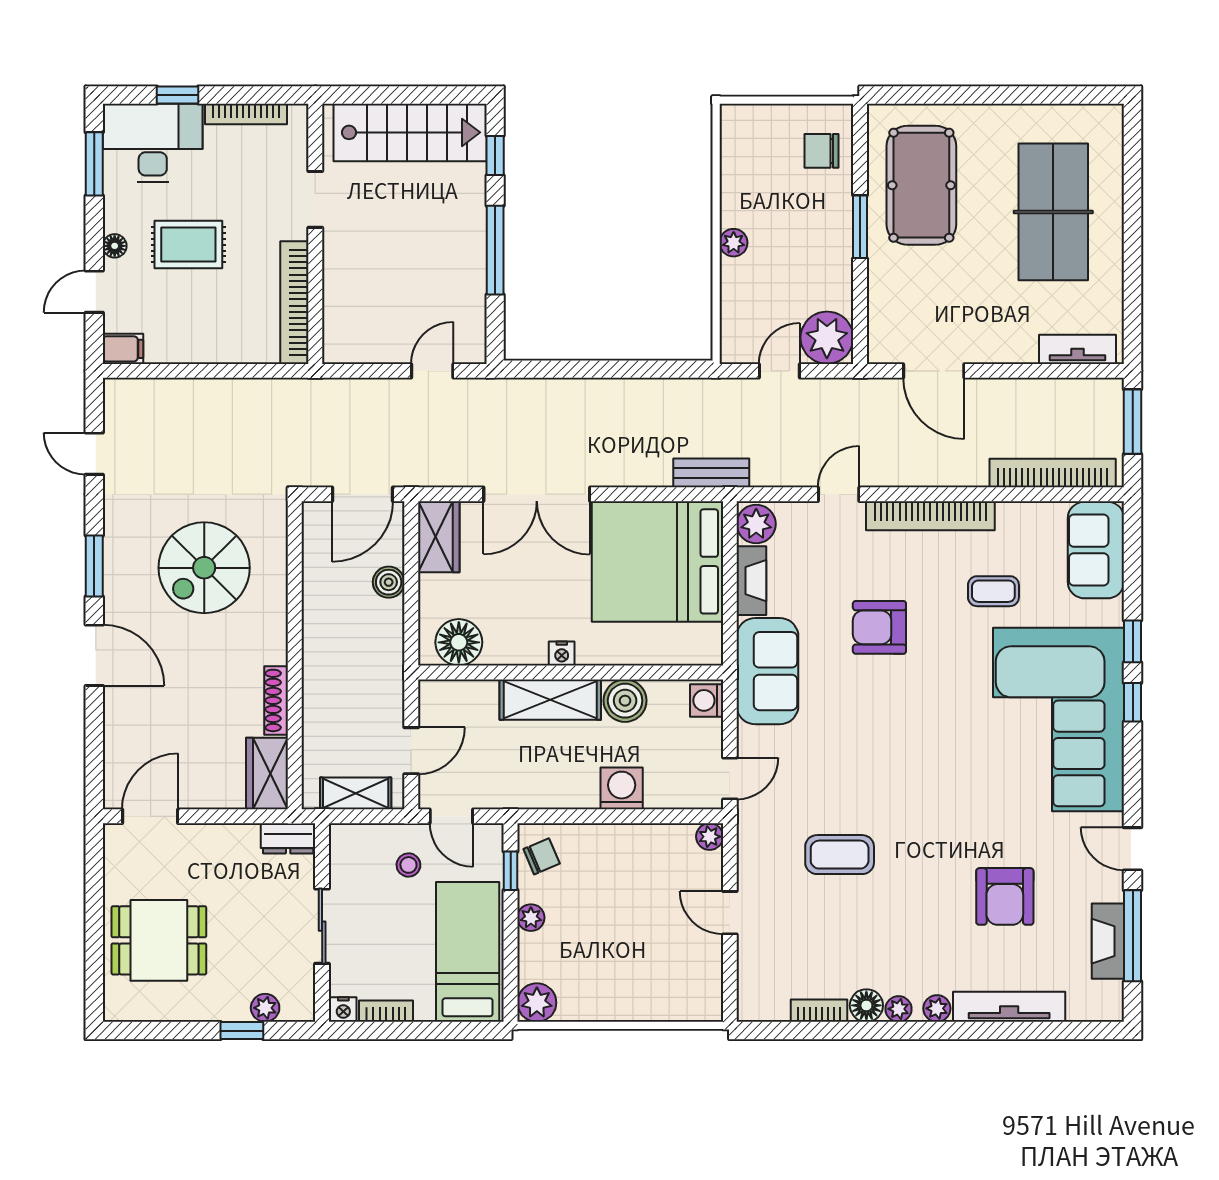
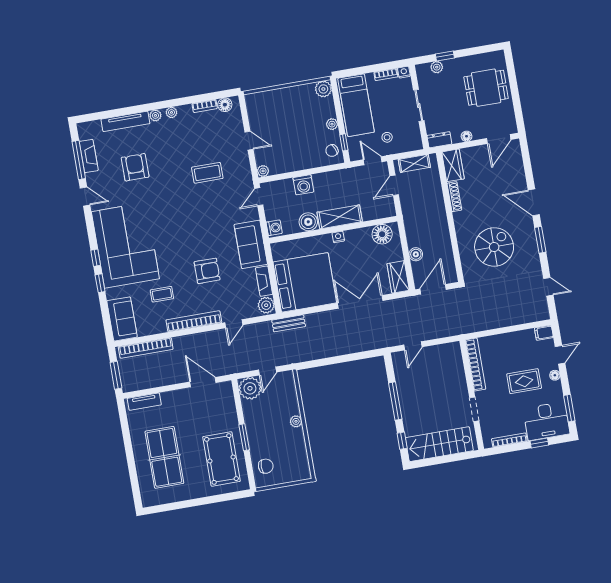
floor lamp: (224, 836) -> (466, 136), added
floor lamp: (866, 1005) -> (225, 105), moved

